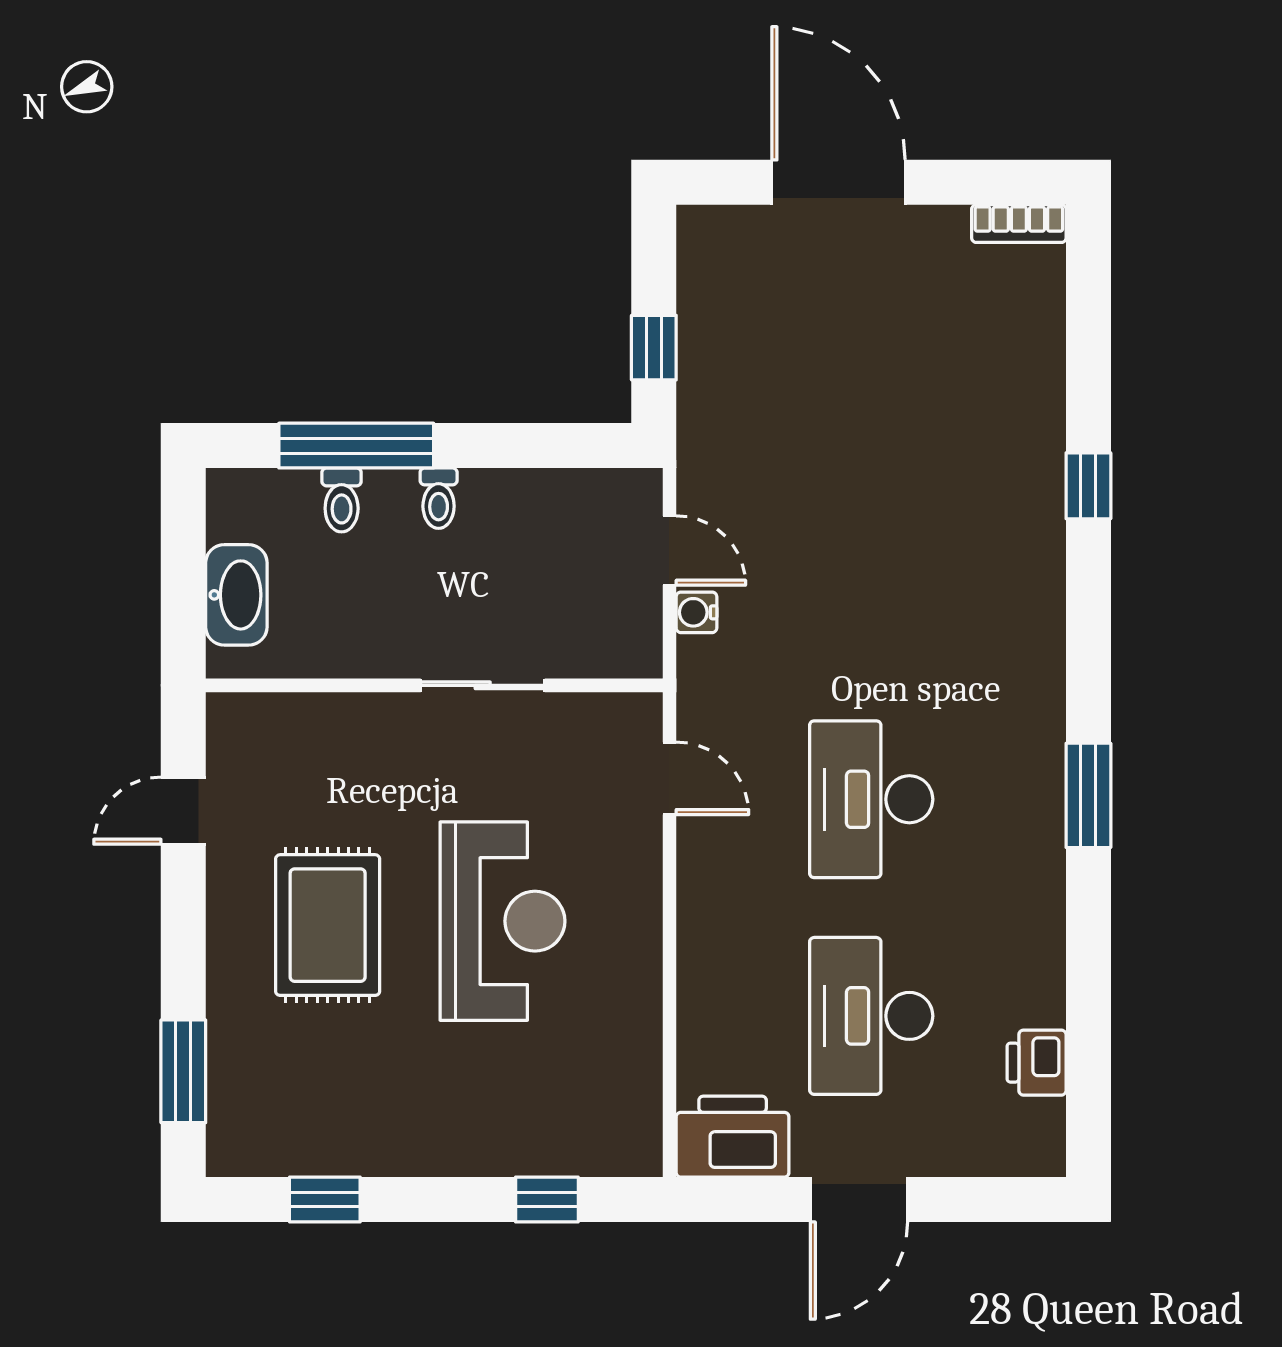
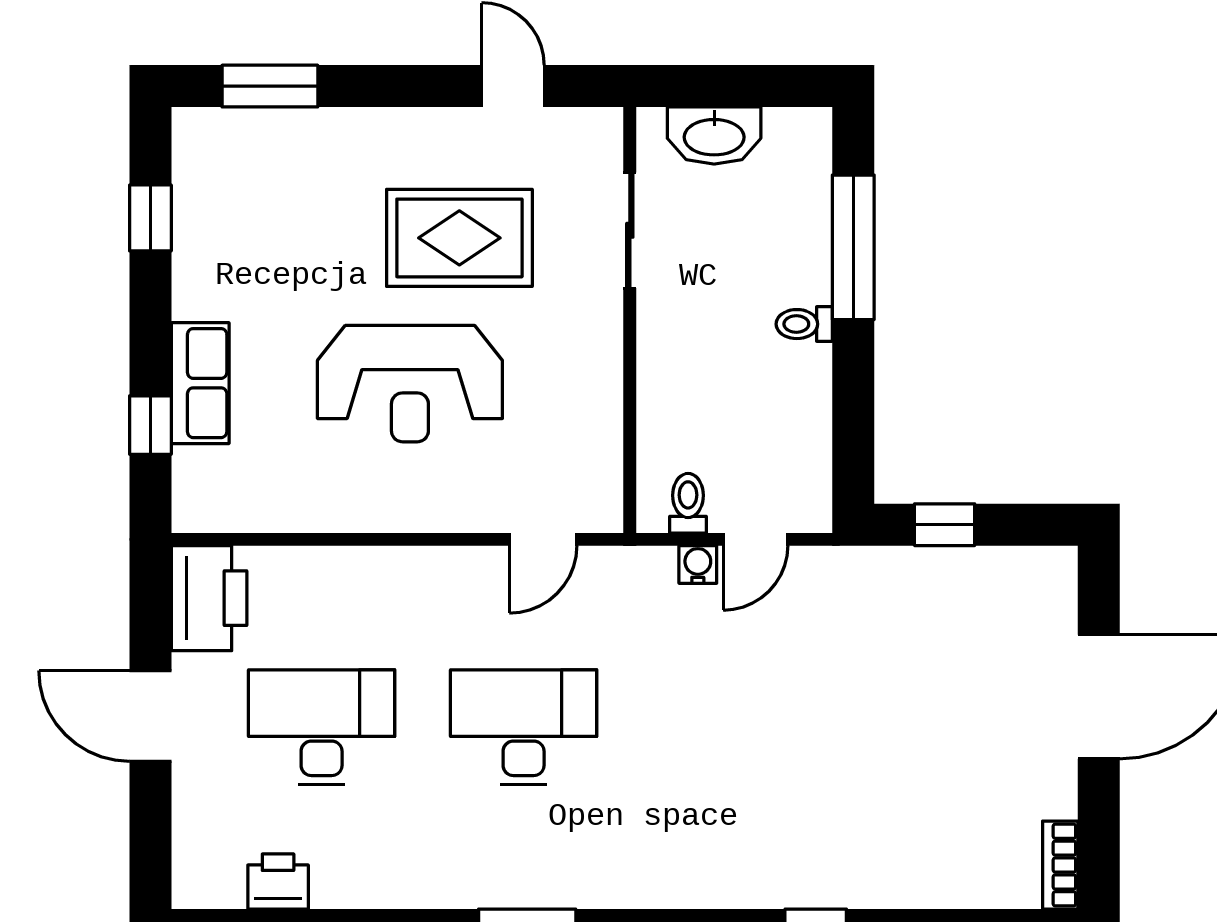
toilet: (342, 500) -> (688, 503), moved, turned 90
sliding door: (483, 685) -> (630, 230), moved
rug: (328, 925) -> (459, 238), moved
row of seats: (502, 1146) -> (200, 383), added

